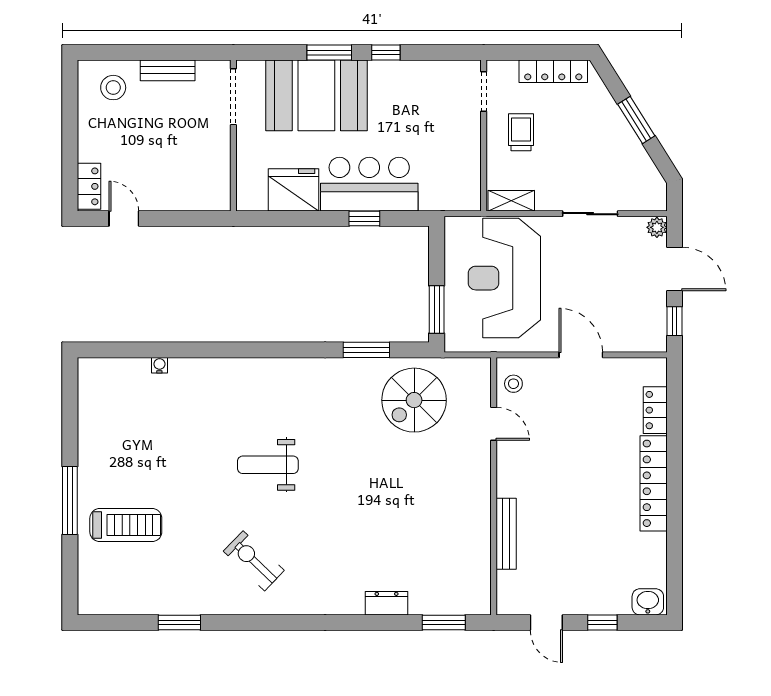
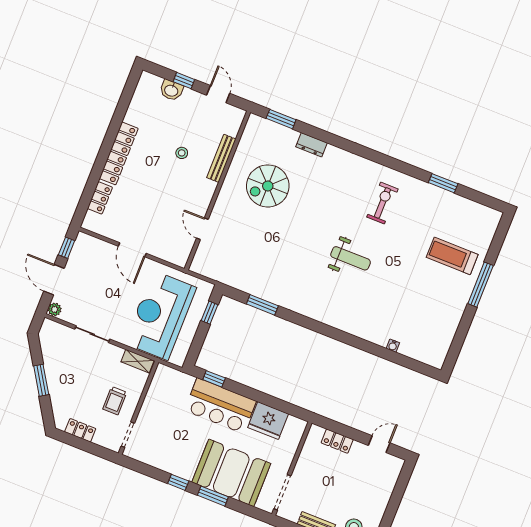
locker: (553, 71) -> (80, 430), width x0.66
locker: (89, 186) -> (337, 441), moved, turned -90
door: (124, 219) -> (379, 444), swing flipped
window: (364, 219) -> (214, 379), moved
reception desk: (504, 278) -> (160, 315), turned 180
window: (437, 309) -> (209, 313), width x0.67
stool: (513, 384) -> (182, 153), moved
spiral stairs: (414, 400) -> (268, 186), moved, turned 180
exercise bike: (254, 561) -> (382, 203), turned -134
washbasin: (648, 602) -> (171, 90), moved

